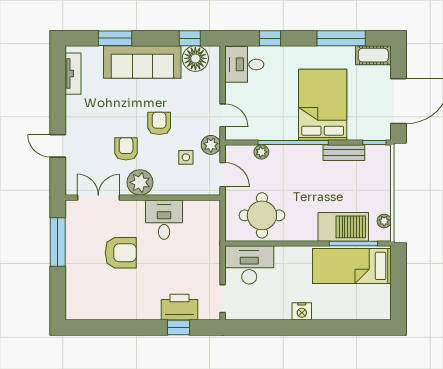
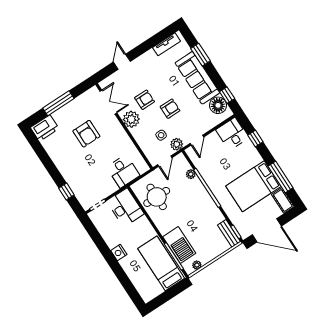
bed: (323, 105) -> (253, 186), moved, turned 180
bench: (344, 153) -> (229, 233), moved
desk: (164, 220) -> (123, 171), moved, turned 90
window: (58, 242) -> (58, 103), moved
printer: (179, 307) -> (45, 128), moved, turned 90

